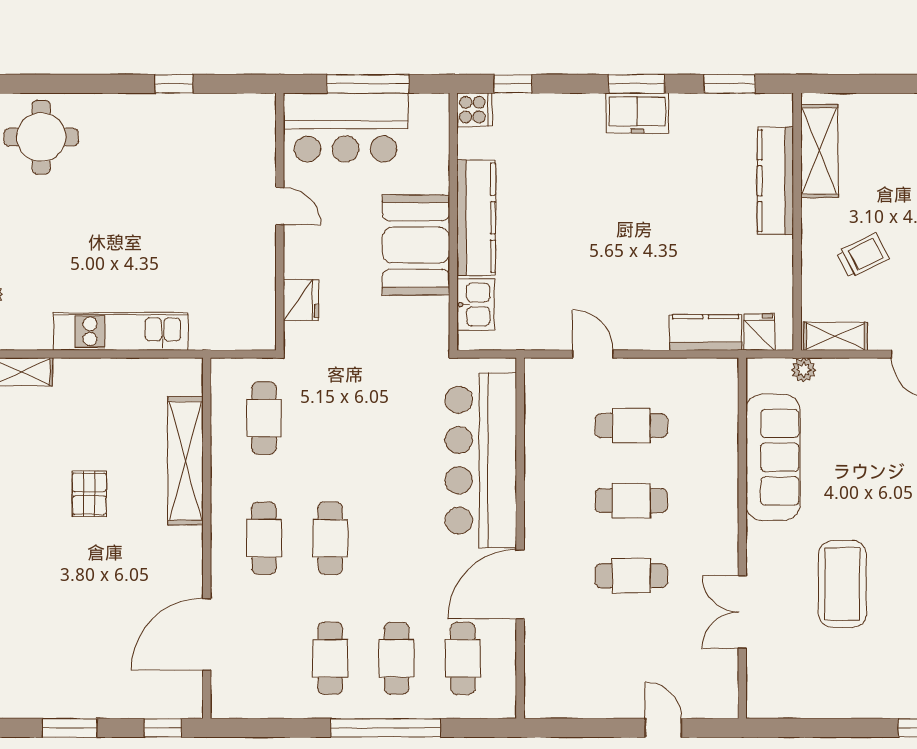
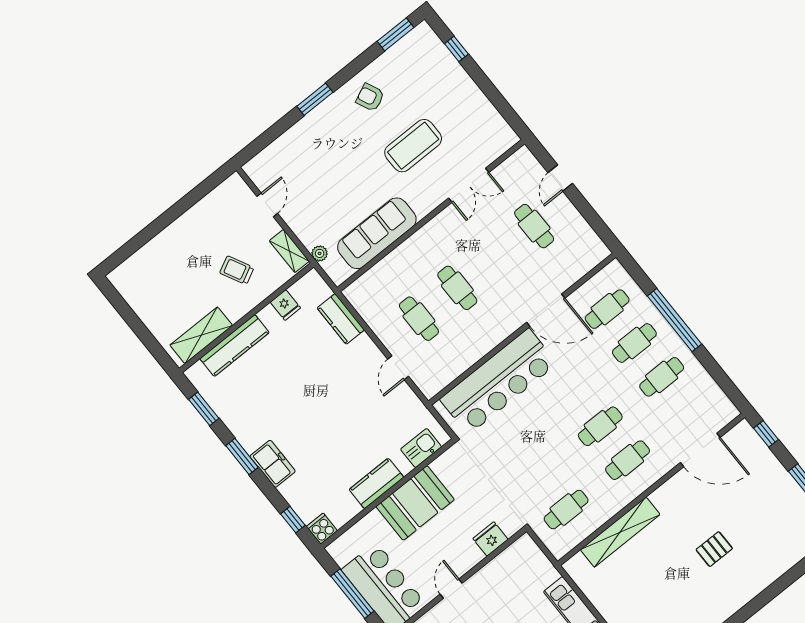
freezer: (637, 113) -> (273, 464), moved
kitchen counter: (476, 218) -> (376, 483), width x0.67
fridge: (759, 332) -> (285, 305), moved, turned -90
pallet: (89, 494) -> (714, 549), moved
cafe table: (631, 576) -> (534, 226), moved

